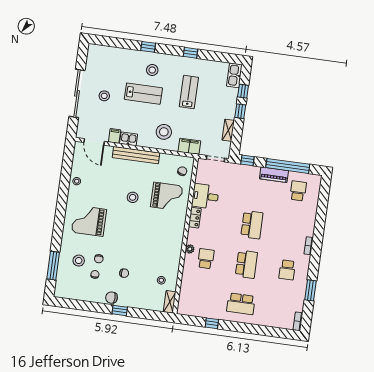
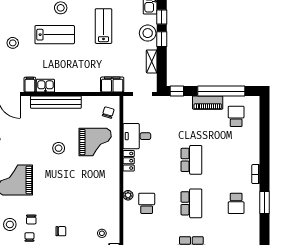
stool: (164, 132) -> (148, 33), moved
window: (311, 290) -> (264, 202), moved

